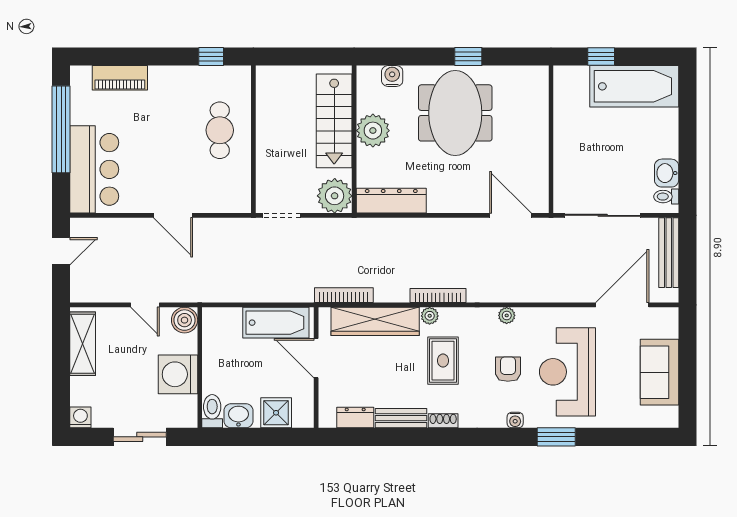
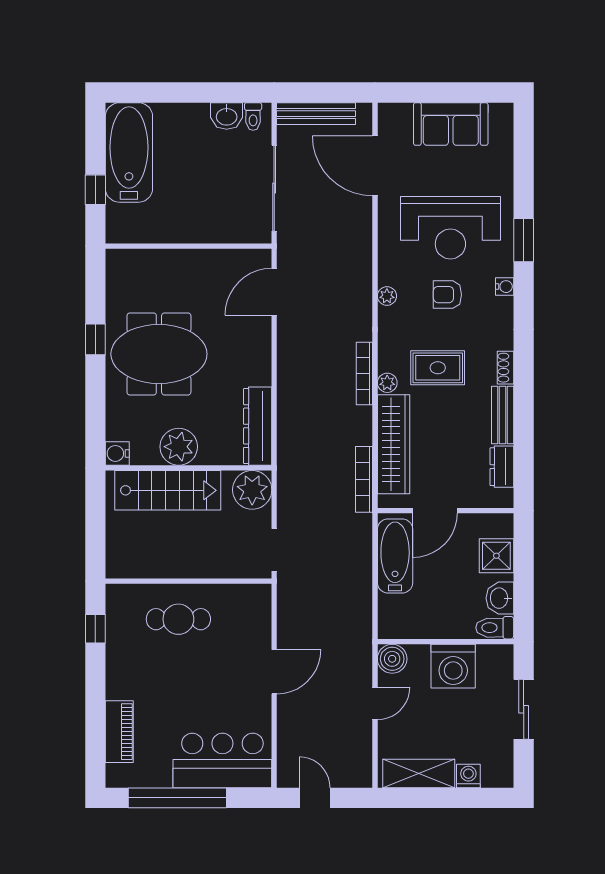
water cooler: (392, 76) -> (117, 453), moved
washing machine: (80, 417) -> (468, 776), moved, turned 90

